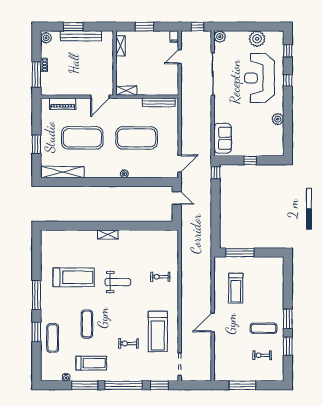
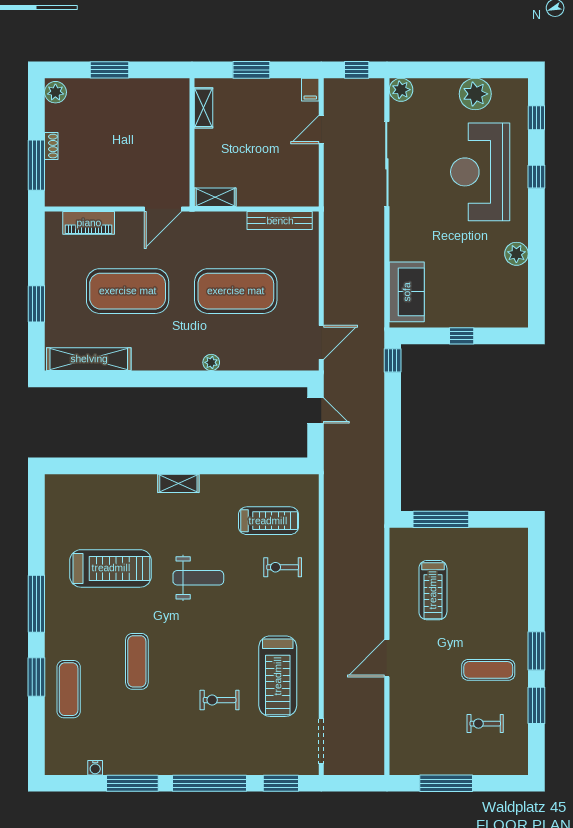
bench: (81, 36) -> (125, 88), removed
treadmill: (91, 363) -> (268, 521), moved

